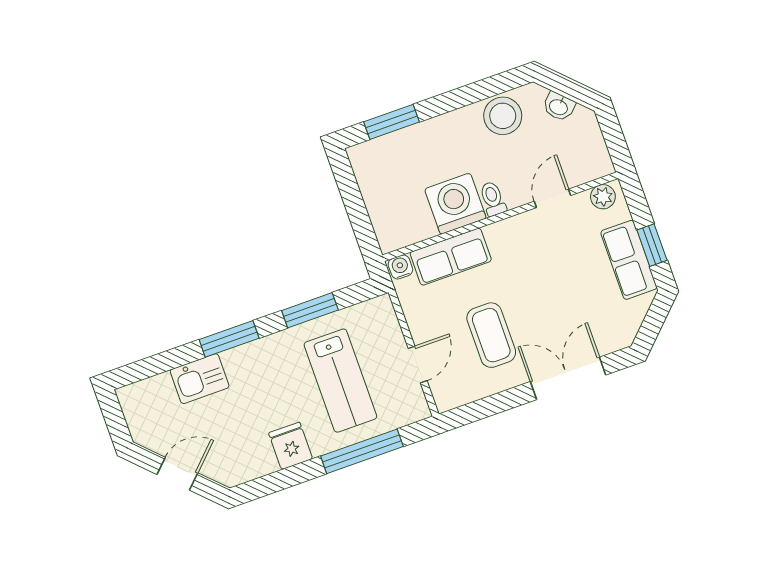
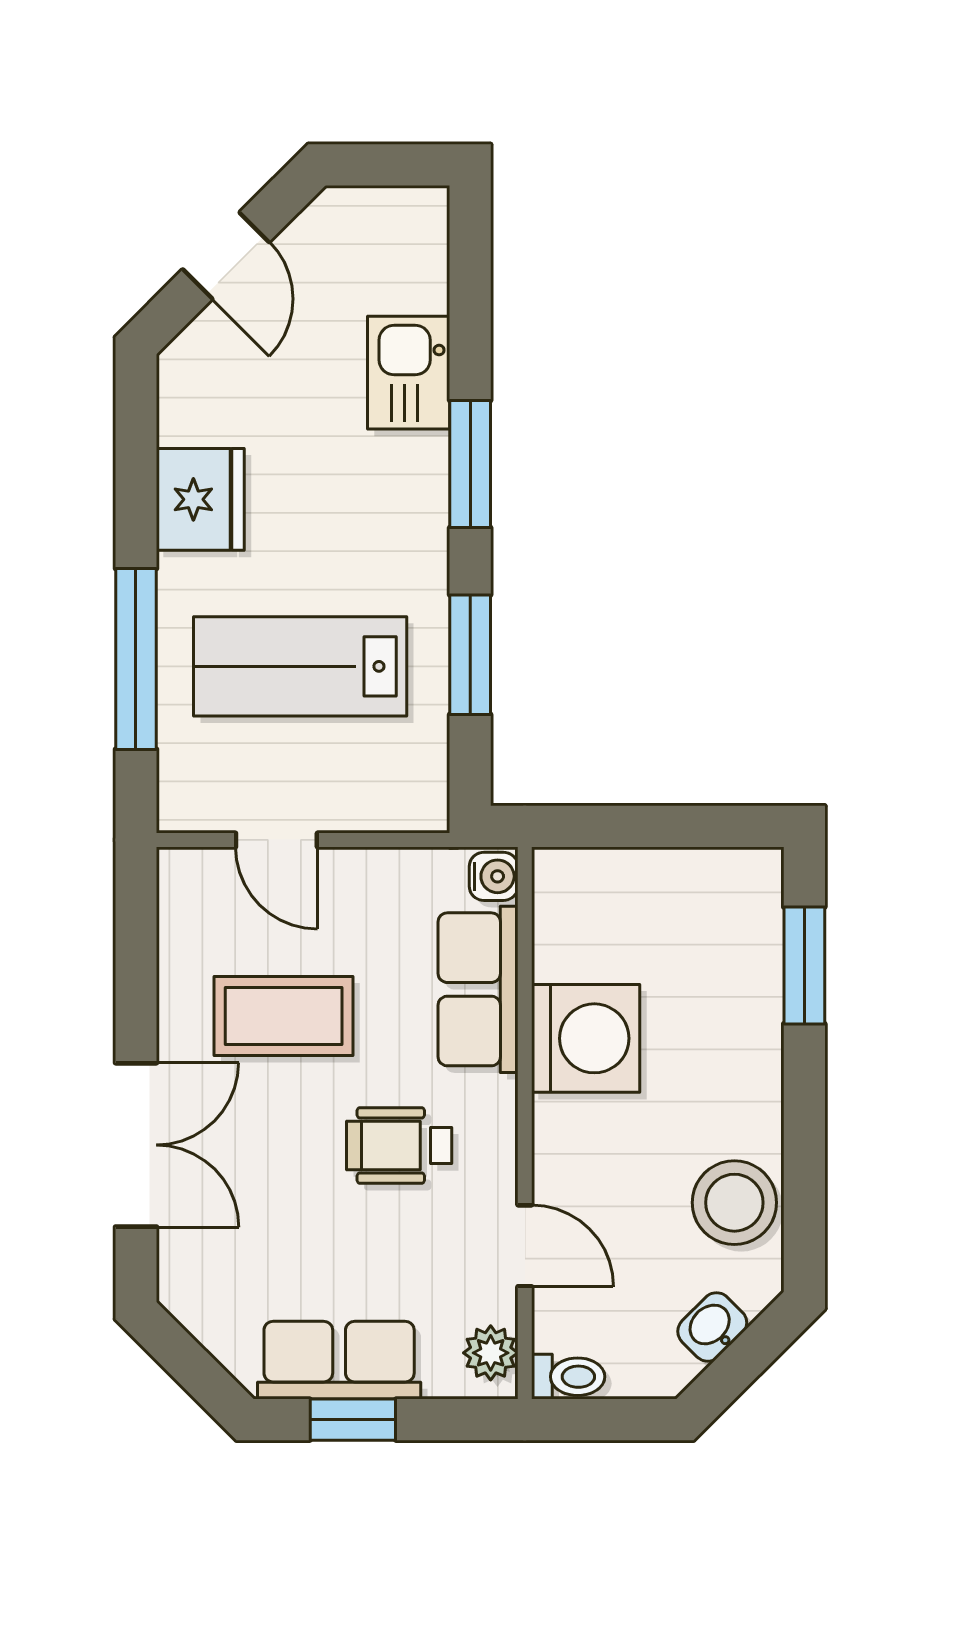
toilet: (493, 199) -> (568, 1377), moved
wheelchair: (529, 267) -> (399, 1145), added
fridge: (291, 446) -> (200, 499), width x1.38

